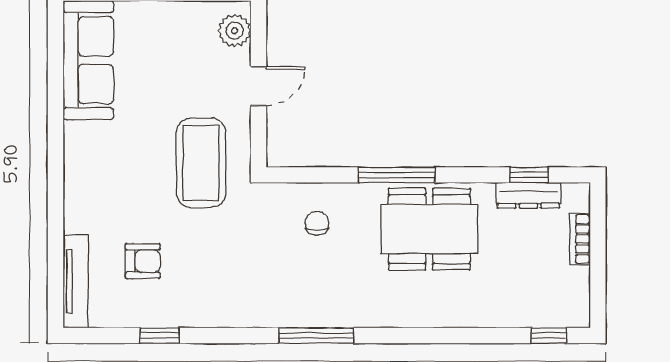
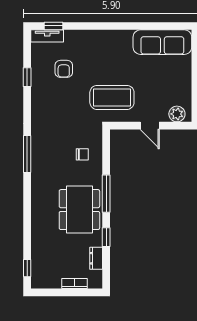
window: (529, 175) -> (106, 237), moved
dresser: (528, 195) -> (96, 258), width x0.70
tv unit: (76, 281) -> (47, 36), width x0.71
window: (55, 282) -> (54, 26), added

